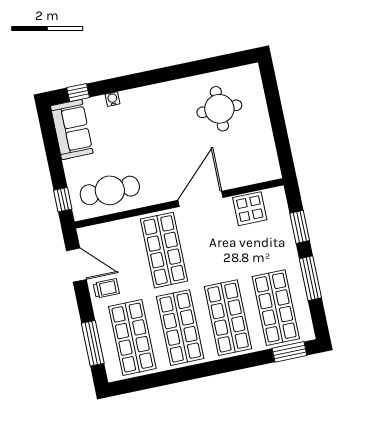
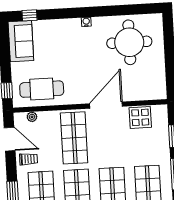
water cooler: (113, 99) -> (86, 22), moved
round table: (219, 109) -> (129, 42), width x1.36, depth x1.36
plant: (102, 230) -> (32, 117), added

